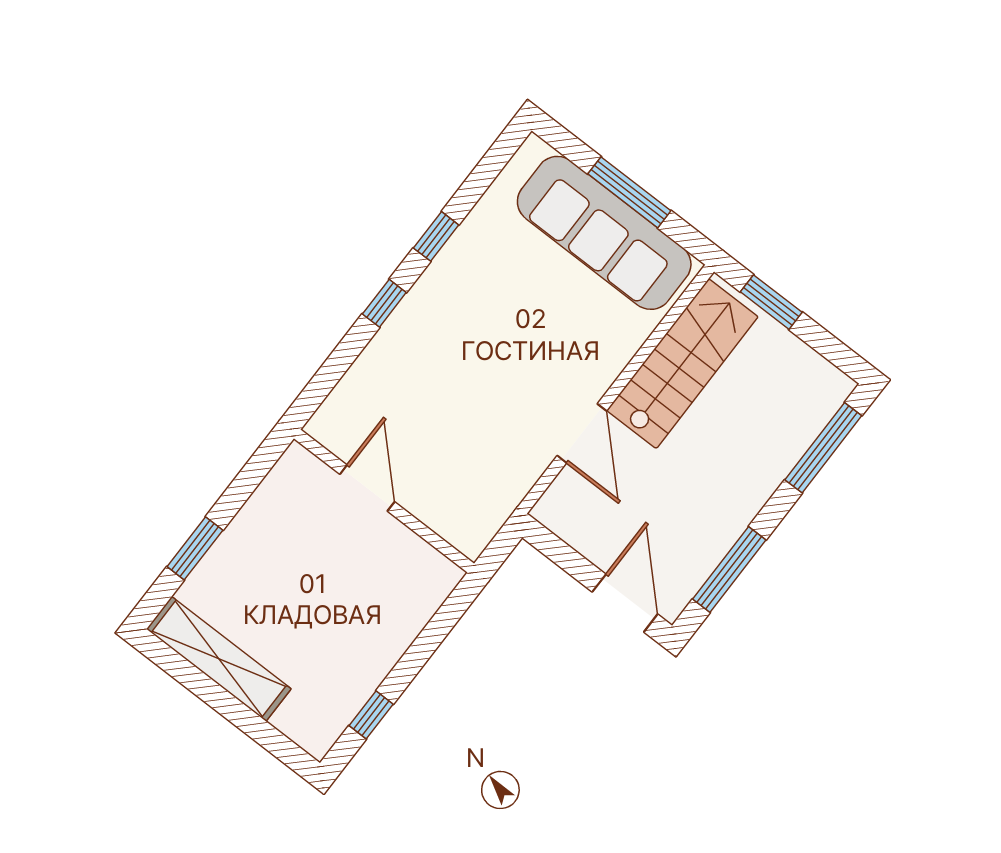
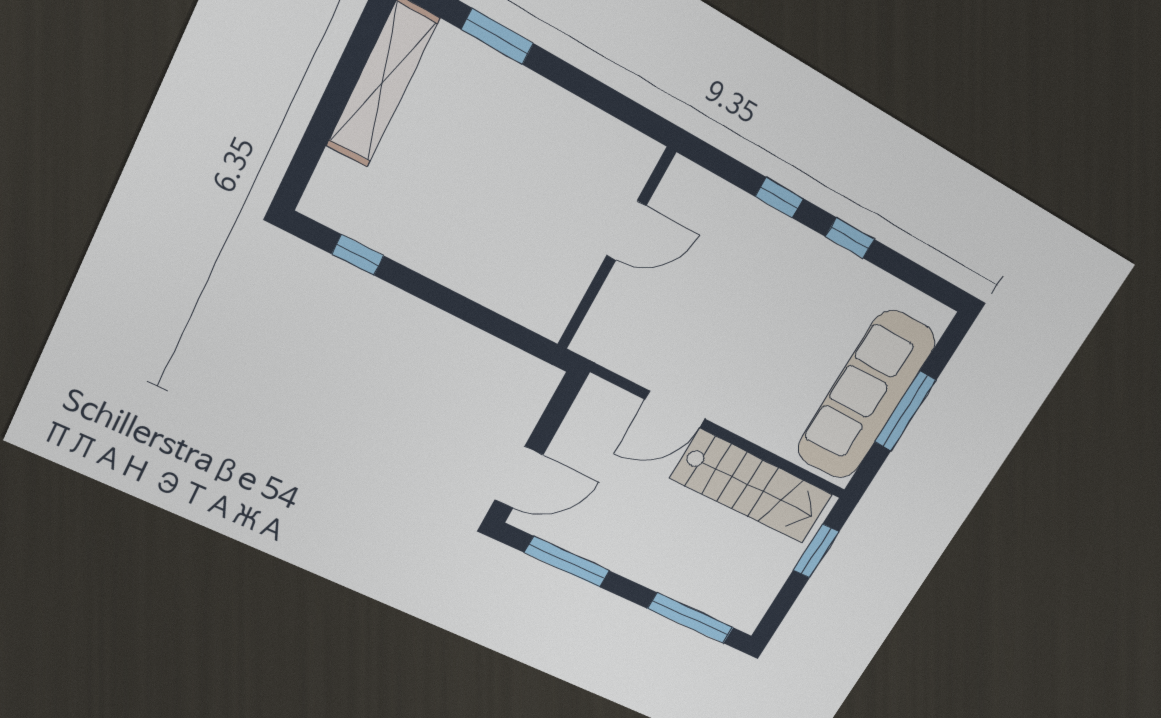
door: (367, 488) -> (626, 231), moved
wall: (384, 501) -> (616, 250), moved

